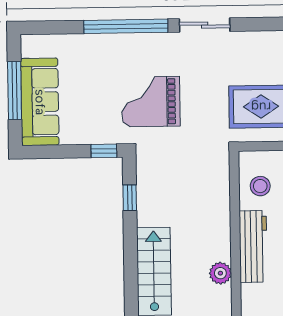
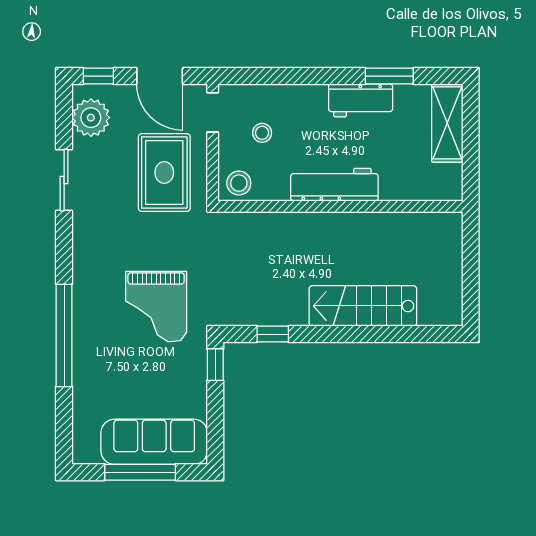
sliding door: (205, 25) -> (64, 180), moved
stool: (260, 186) -> (239, 183), moved
plant: (220, 273) -> (366, 225), removed

